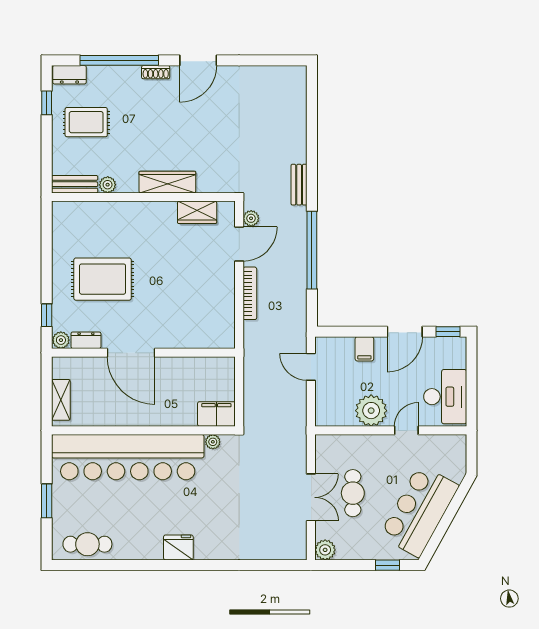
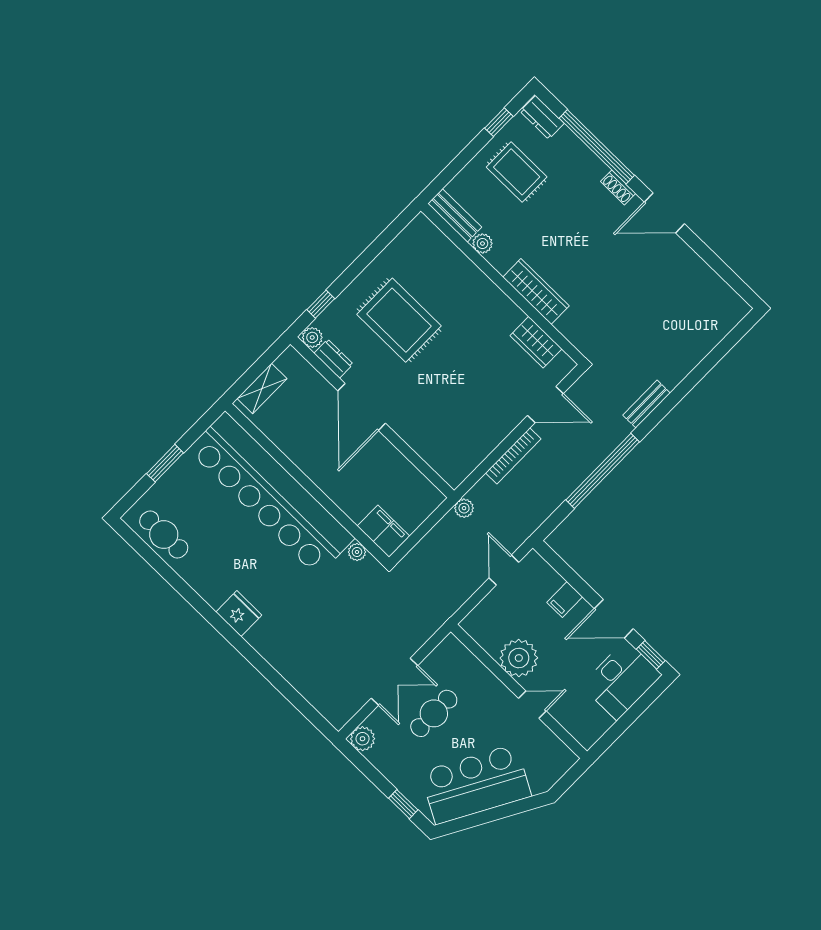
plant: (251, 218) -> (464, 508), moved
desk: (445, 397) -> (621, 680), moved

